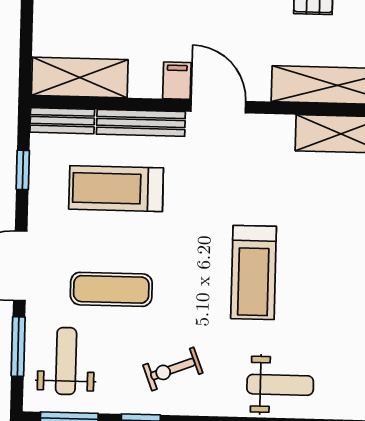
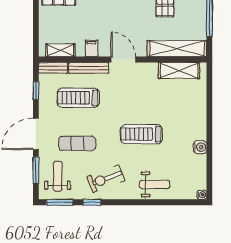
shelving: (80, 77) -> (60, 50), width x0.67, depth x0.75
filing cabinet: (177, 81) -> (92, 48), moved
treadmill: (254, 272) -> (141, 134), turned 90
exercise bike: (173, 369) -> (106, 179), width x1.38, depth x1.39

